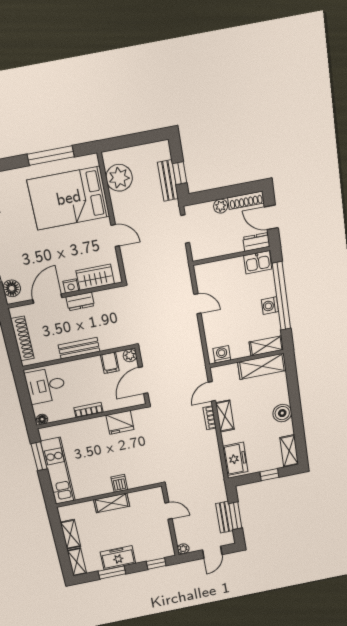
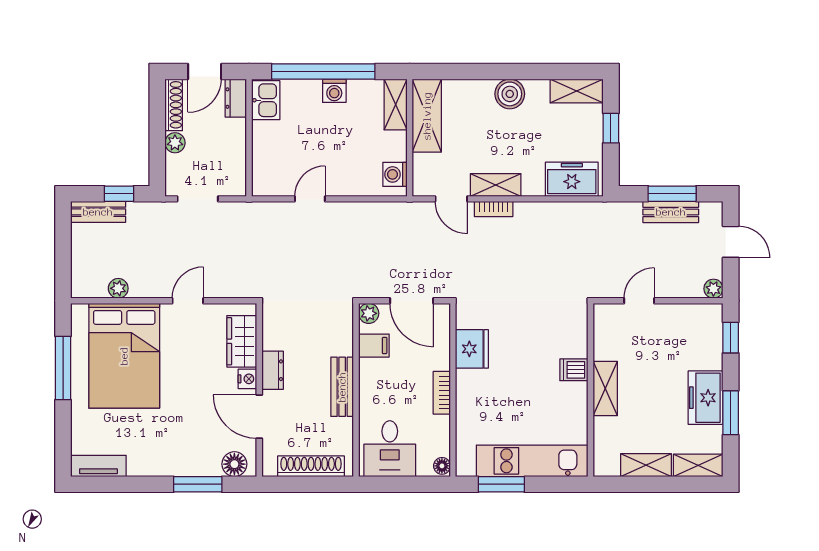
plant: (119, 178) -> (118, 288), width x0.53, depth x0.53
bench: (168, 180) -> (98, 212), moved

